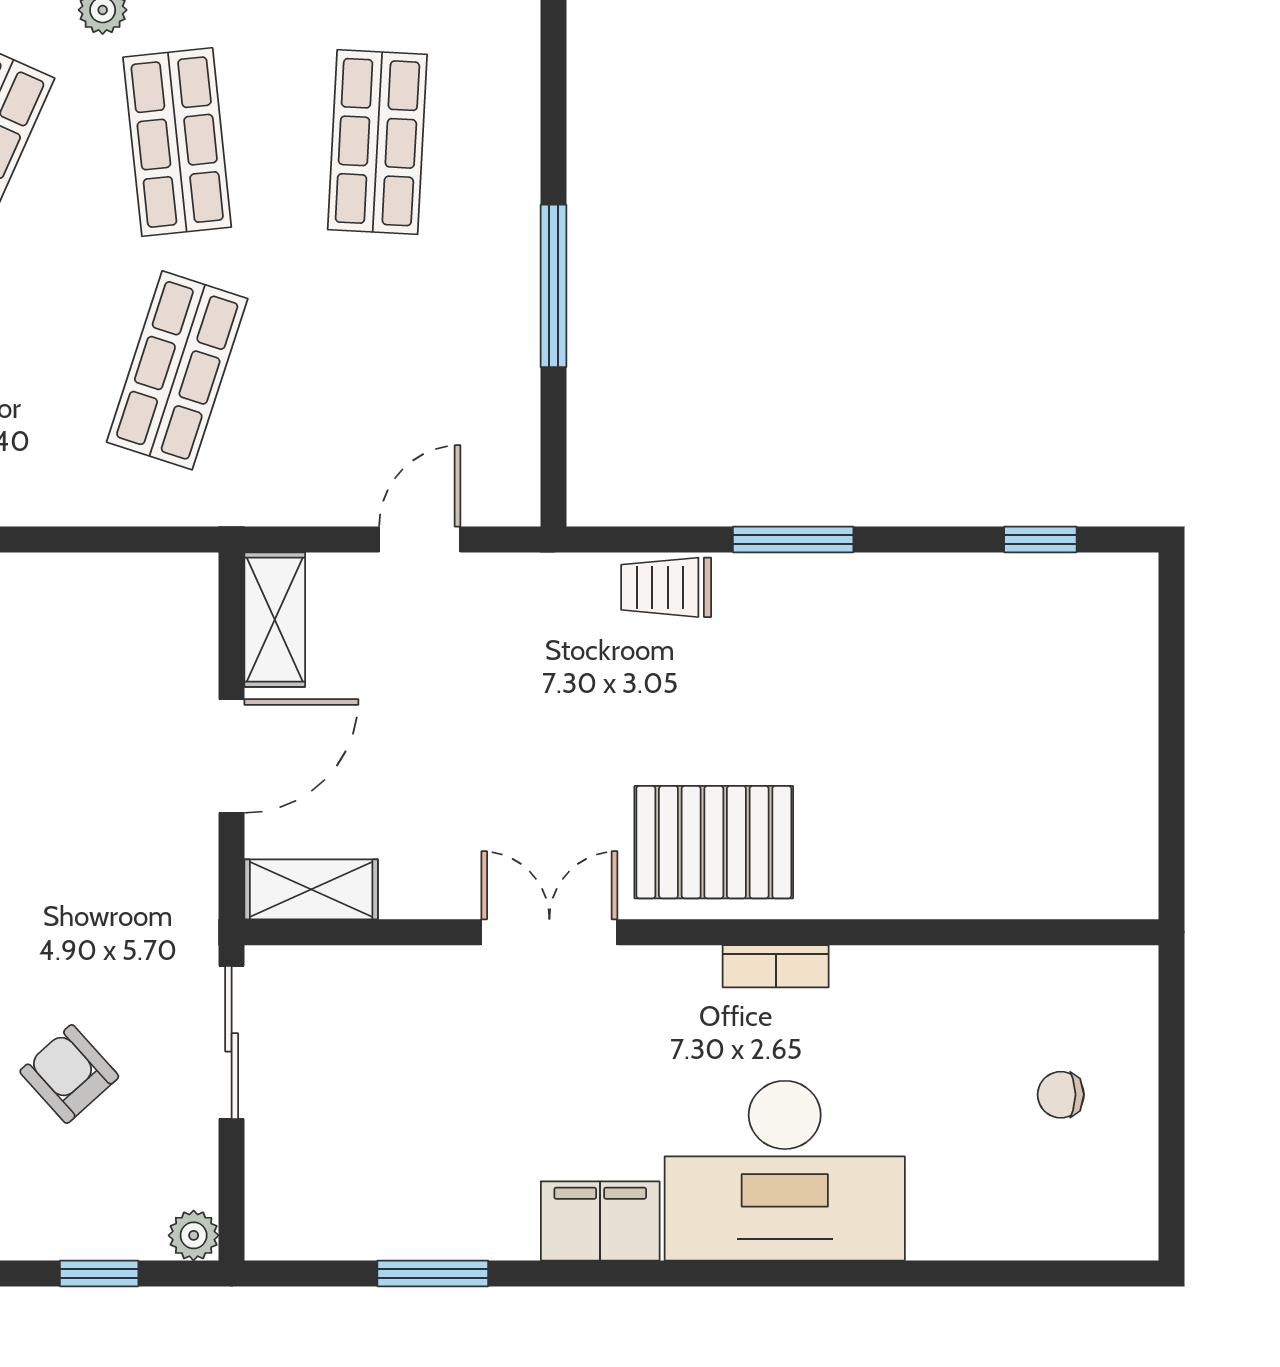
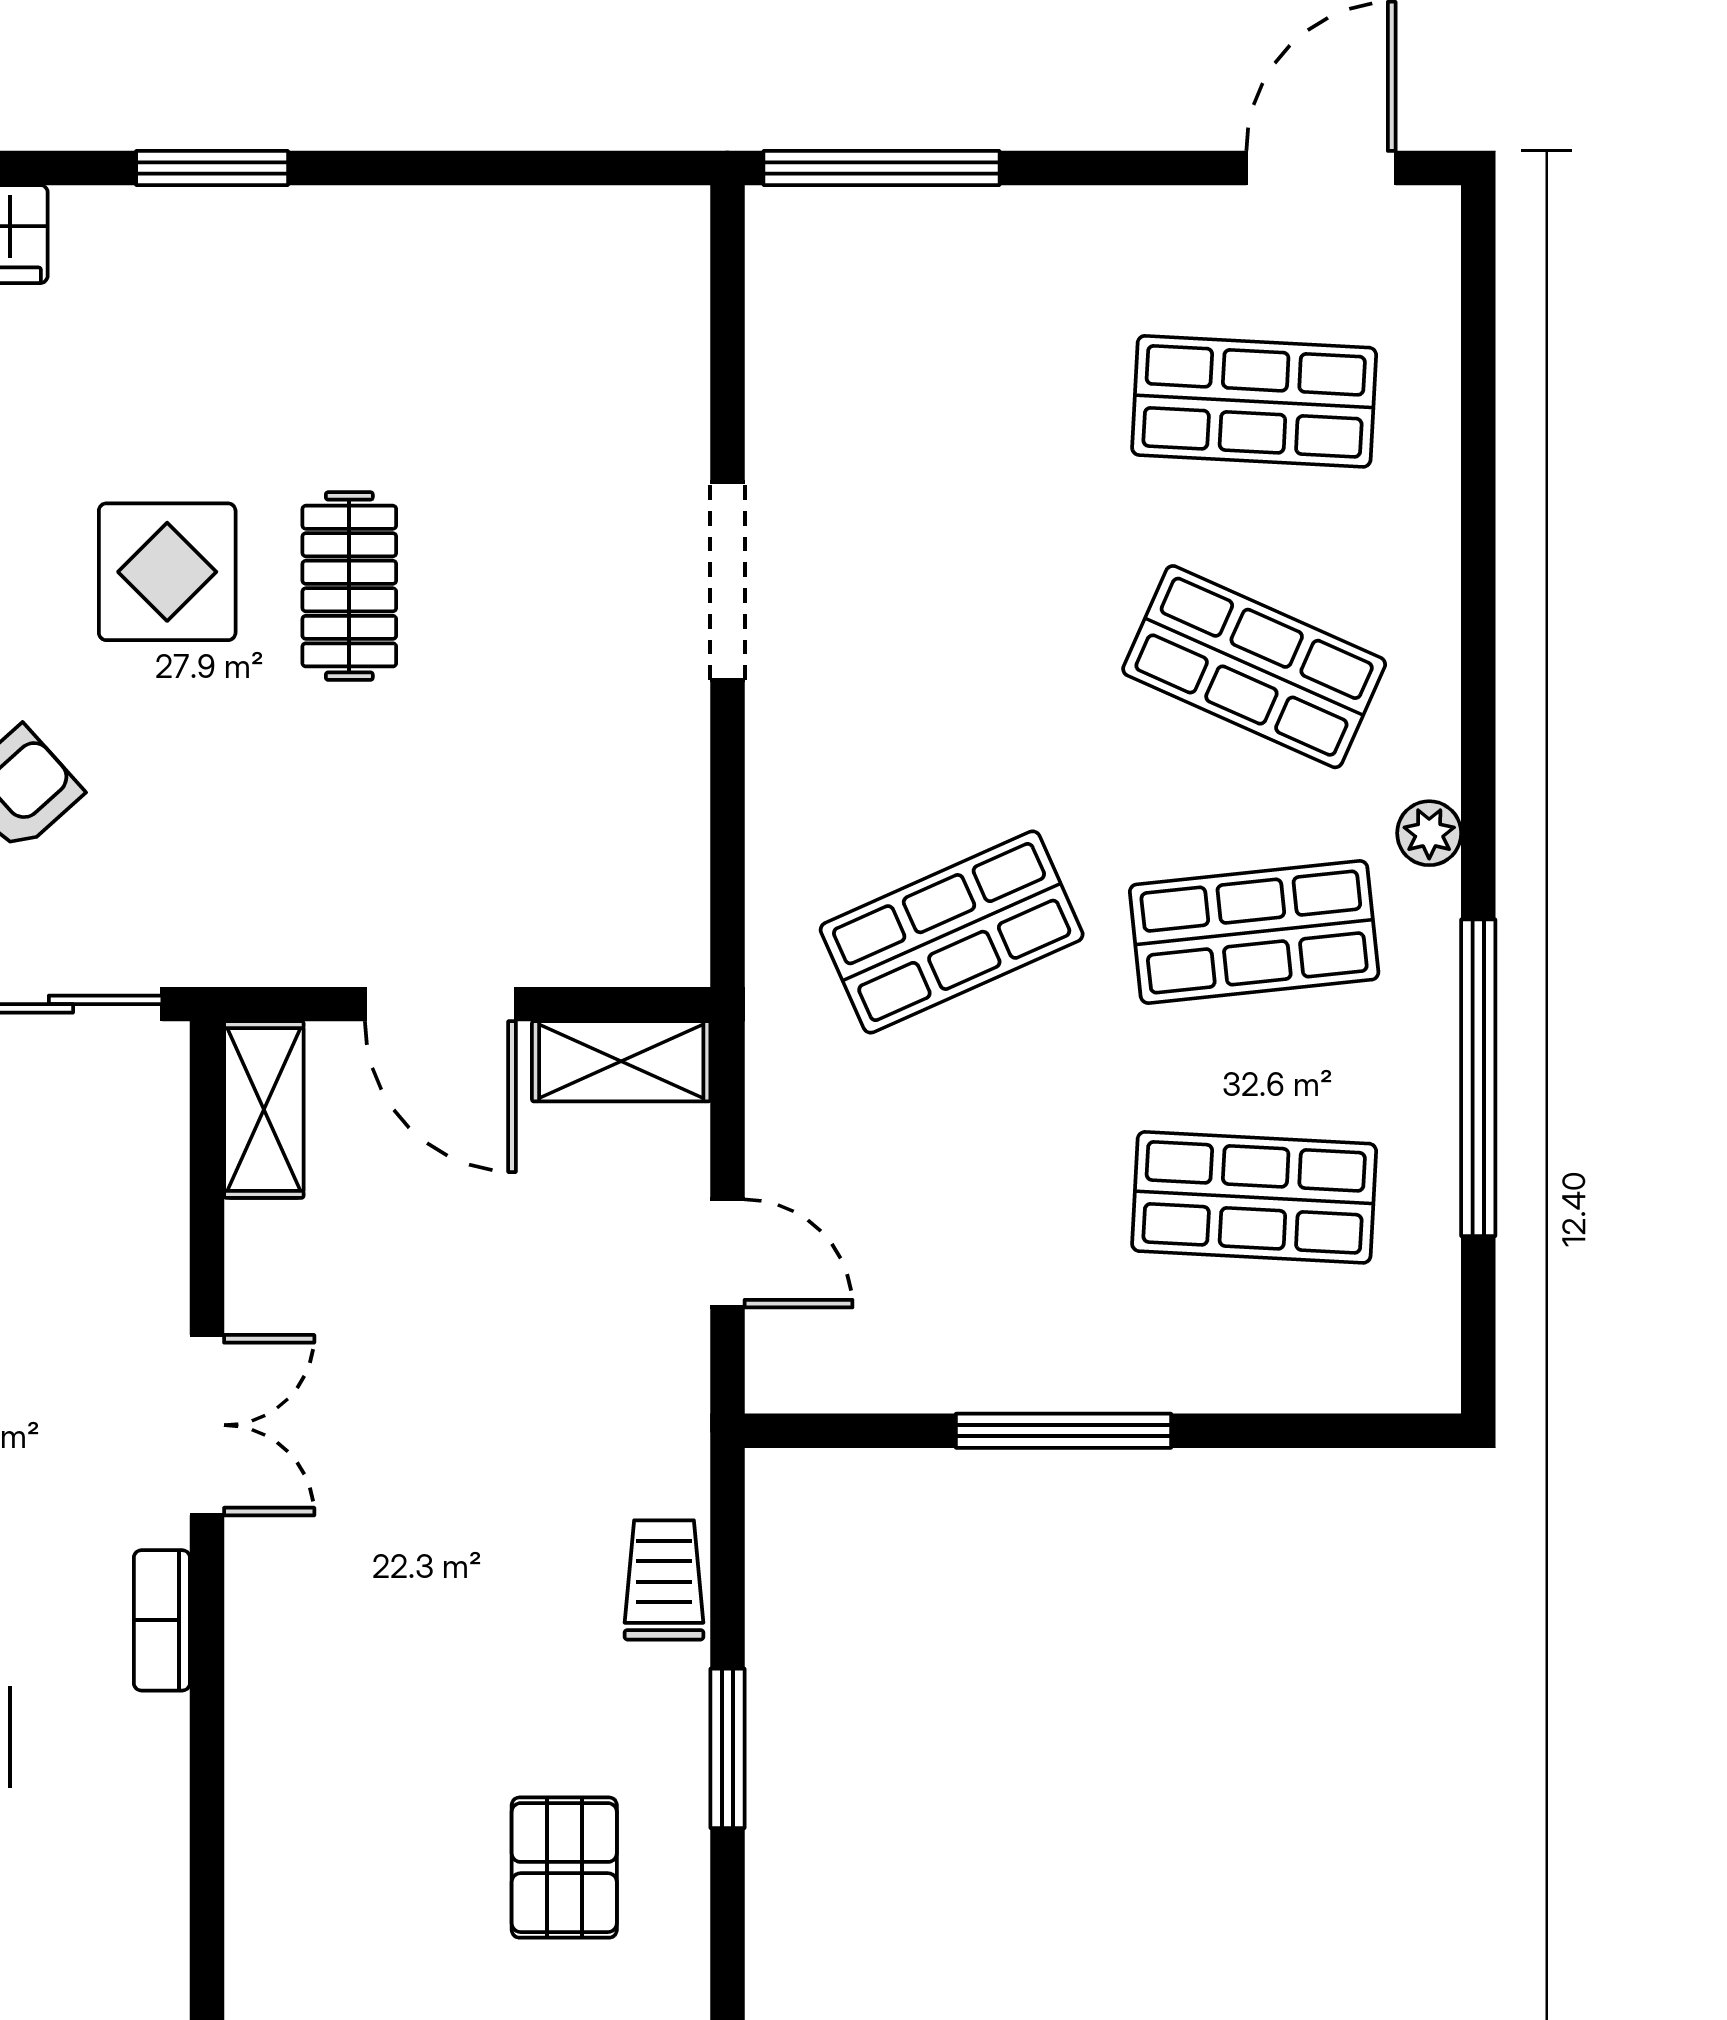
shop shelf: (177, 370) -> (952, 932), turned -42
pallet: (714, 842) -> (564, 1868), moved, width x0.67, depth x0.71
bookcase: (776, 966) -> (162, 1620), moved

